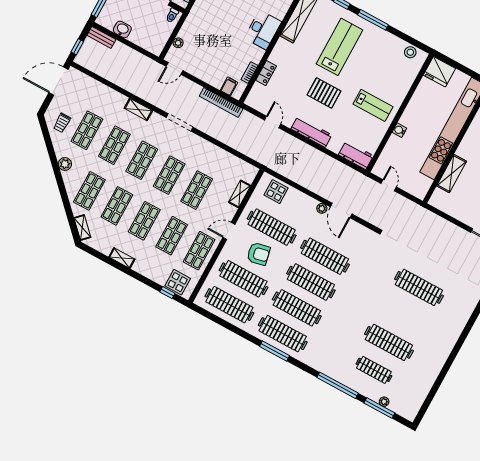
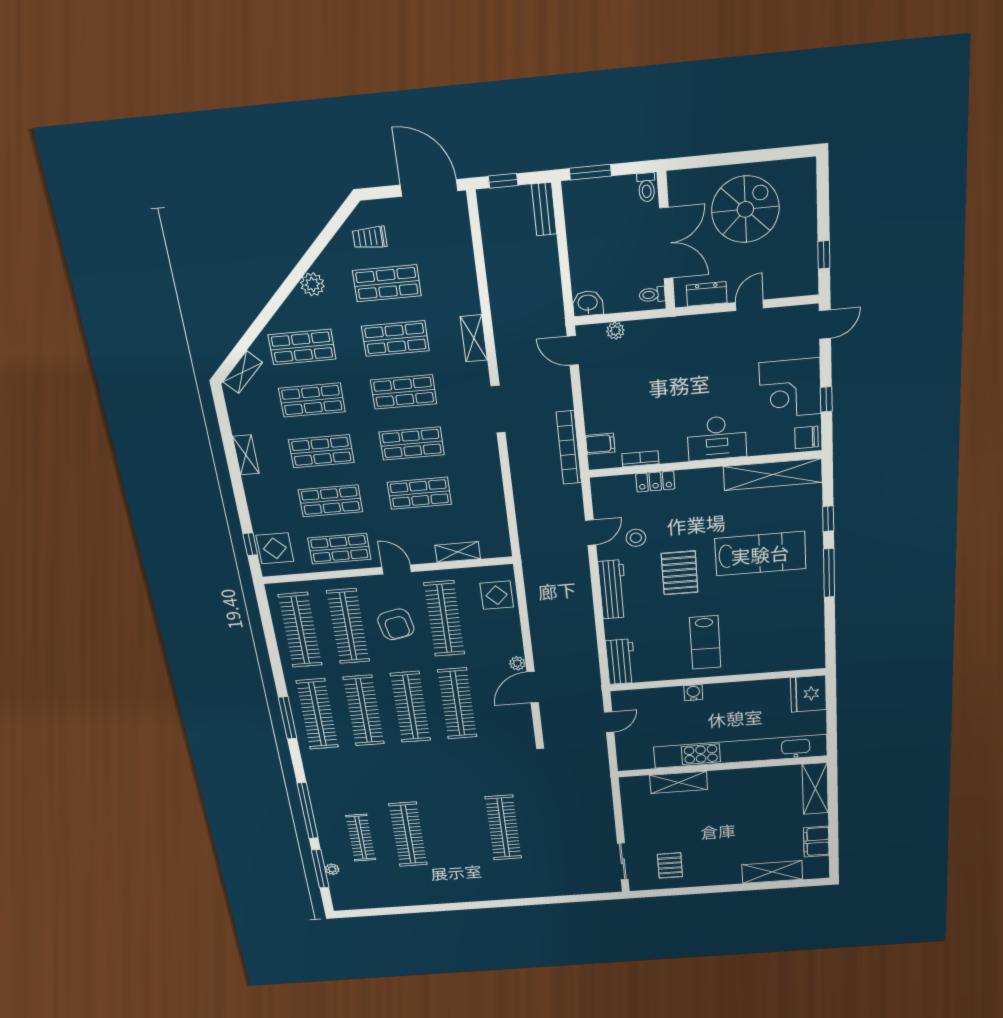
washbasin: (122, 29) -> (588, 303), moved, turned -90
stool: (410, 52) -> (636, 538), moved

